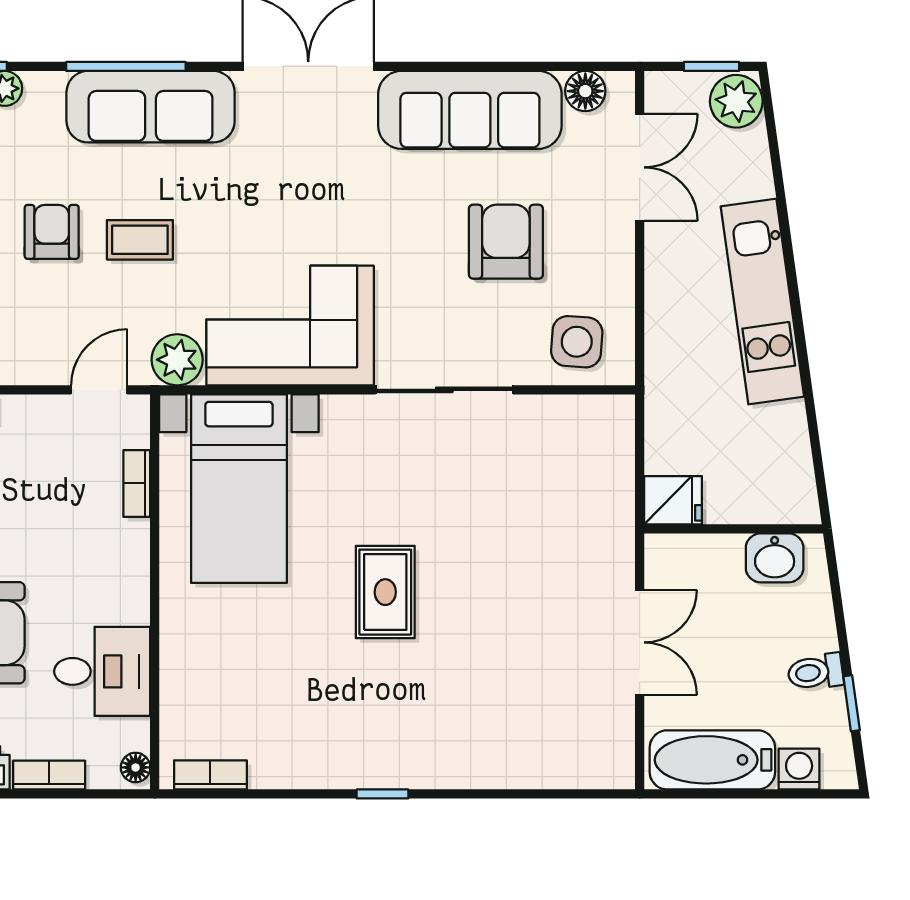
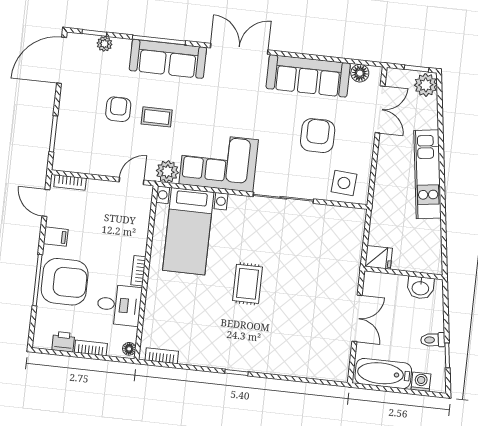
bookcase: (137, 483) -> (138, 271), moved

